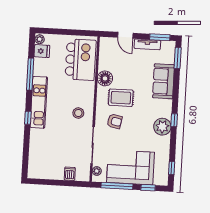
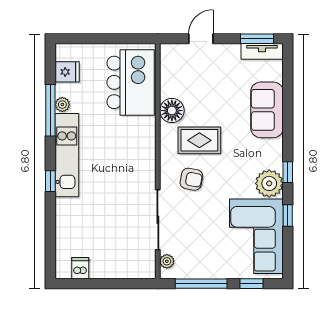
door: (125, 35) -> (201, 39), swing flipped
plant: (40, 39) -> (62, 105), moved
tv unit: (147, 44) -> (262, 51), moved
window: (178, 58) -> (288, 71), removed
stool: (78, 113) -> (132, 169), removed
corner sofa: (131, 167) -> (256, 236), moved, turned -90
window: (172, 168) -> (288, 215), moved
dishwasher: (70, 174) -> (80, 268), moved

